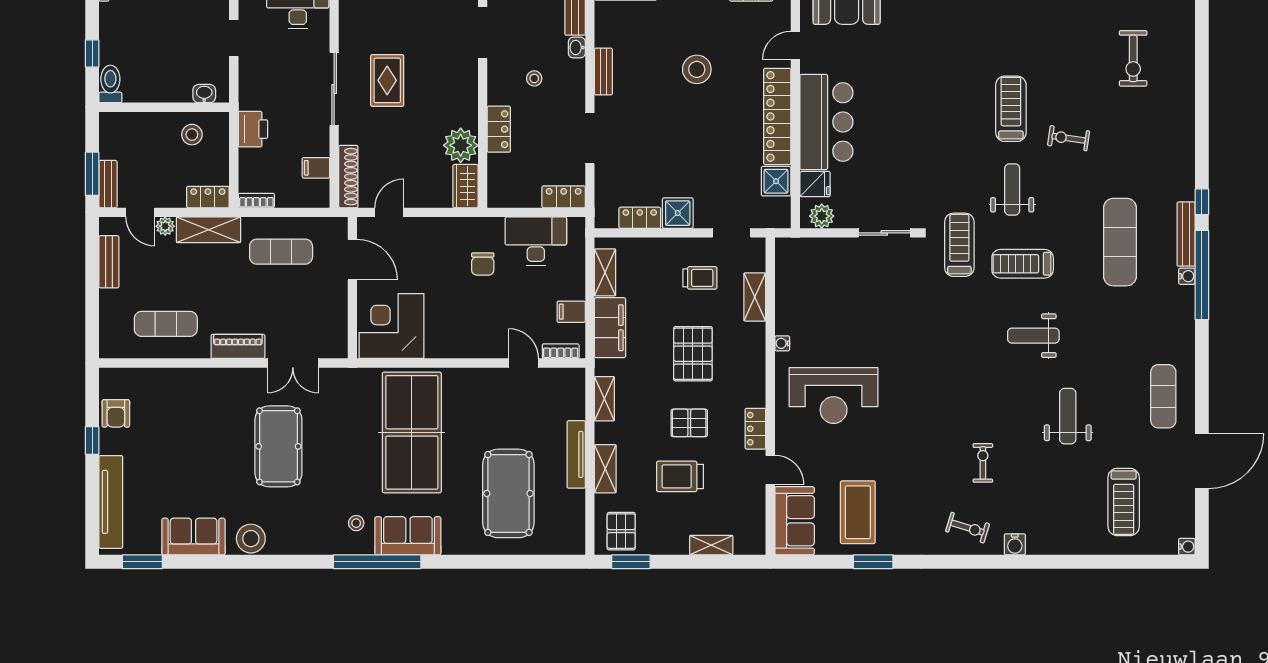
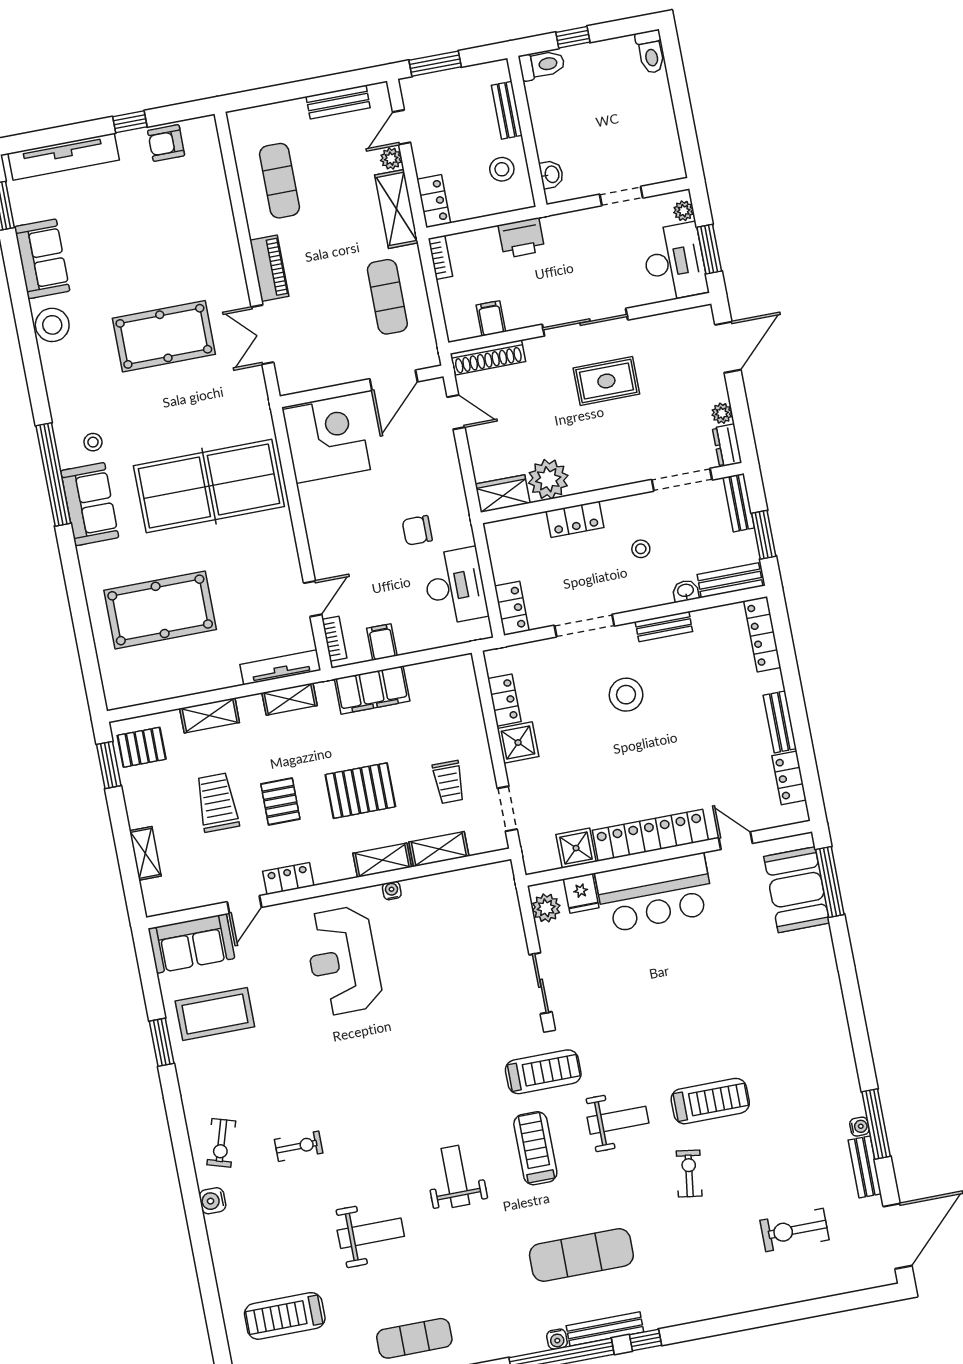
stool: (697, 69) -> (626, 695), moved
bench: (108, 184) -> (507, 110), moved, turned 90
shelving: (605, 272) -> (382, 860), moved
tv unit: (576, 454) -> (280, 667), moved

